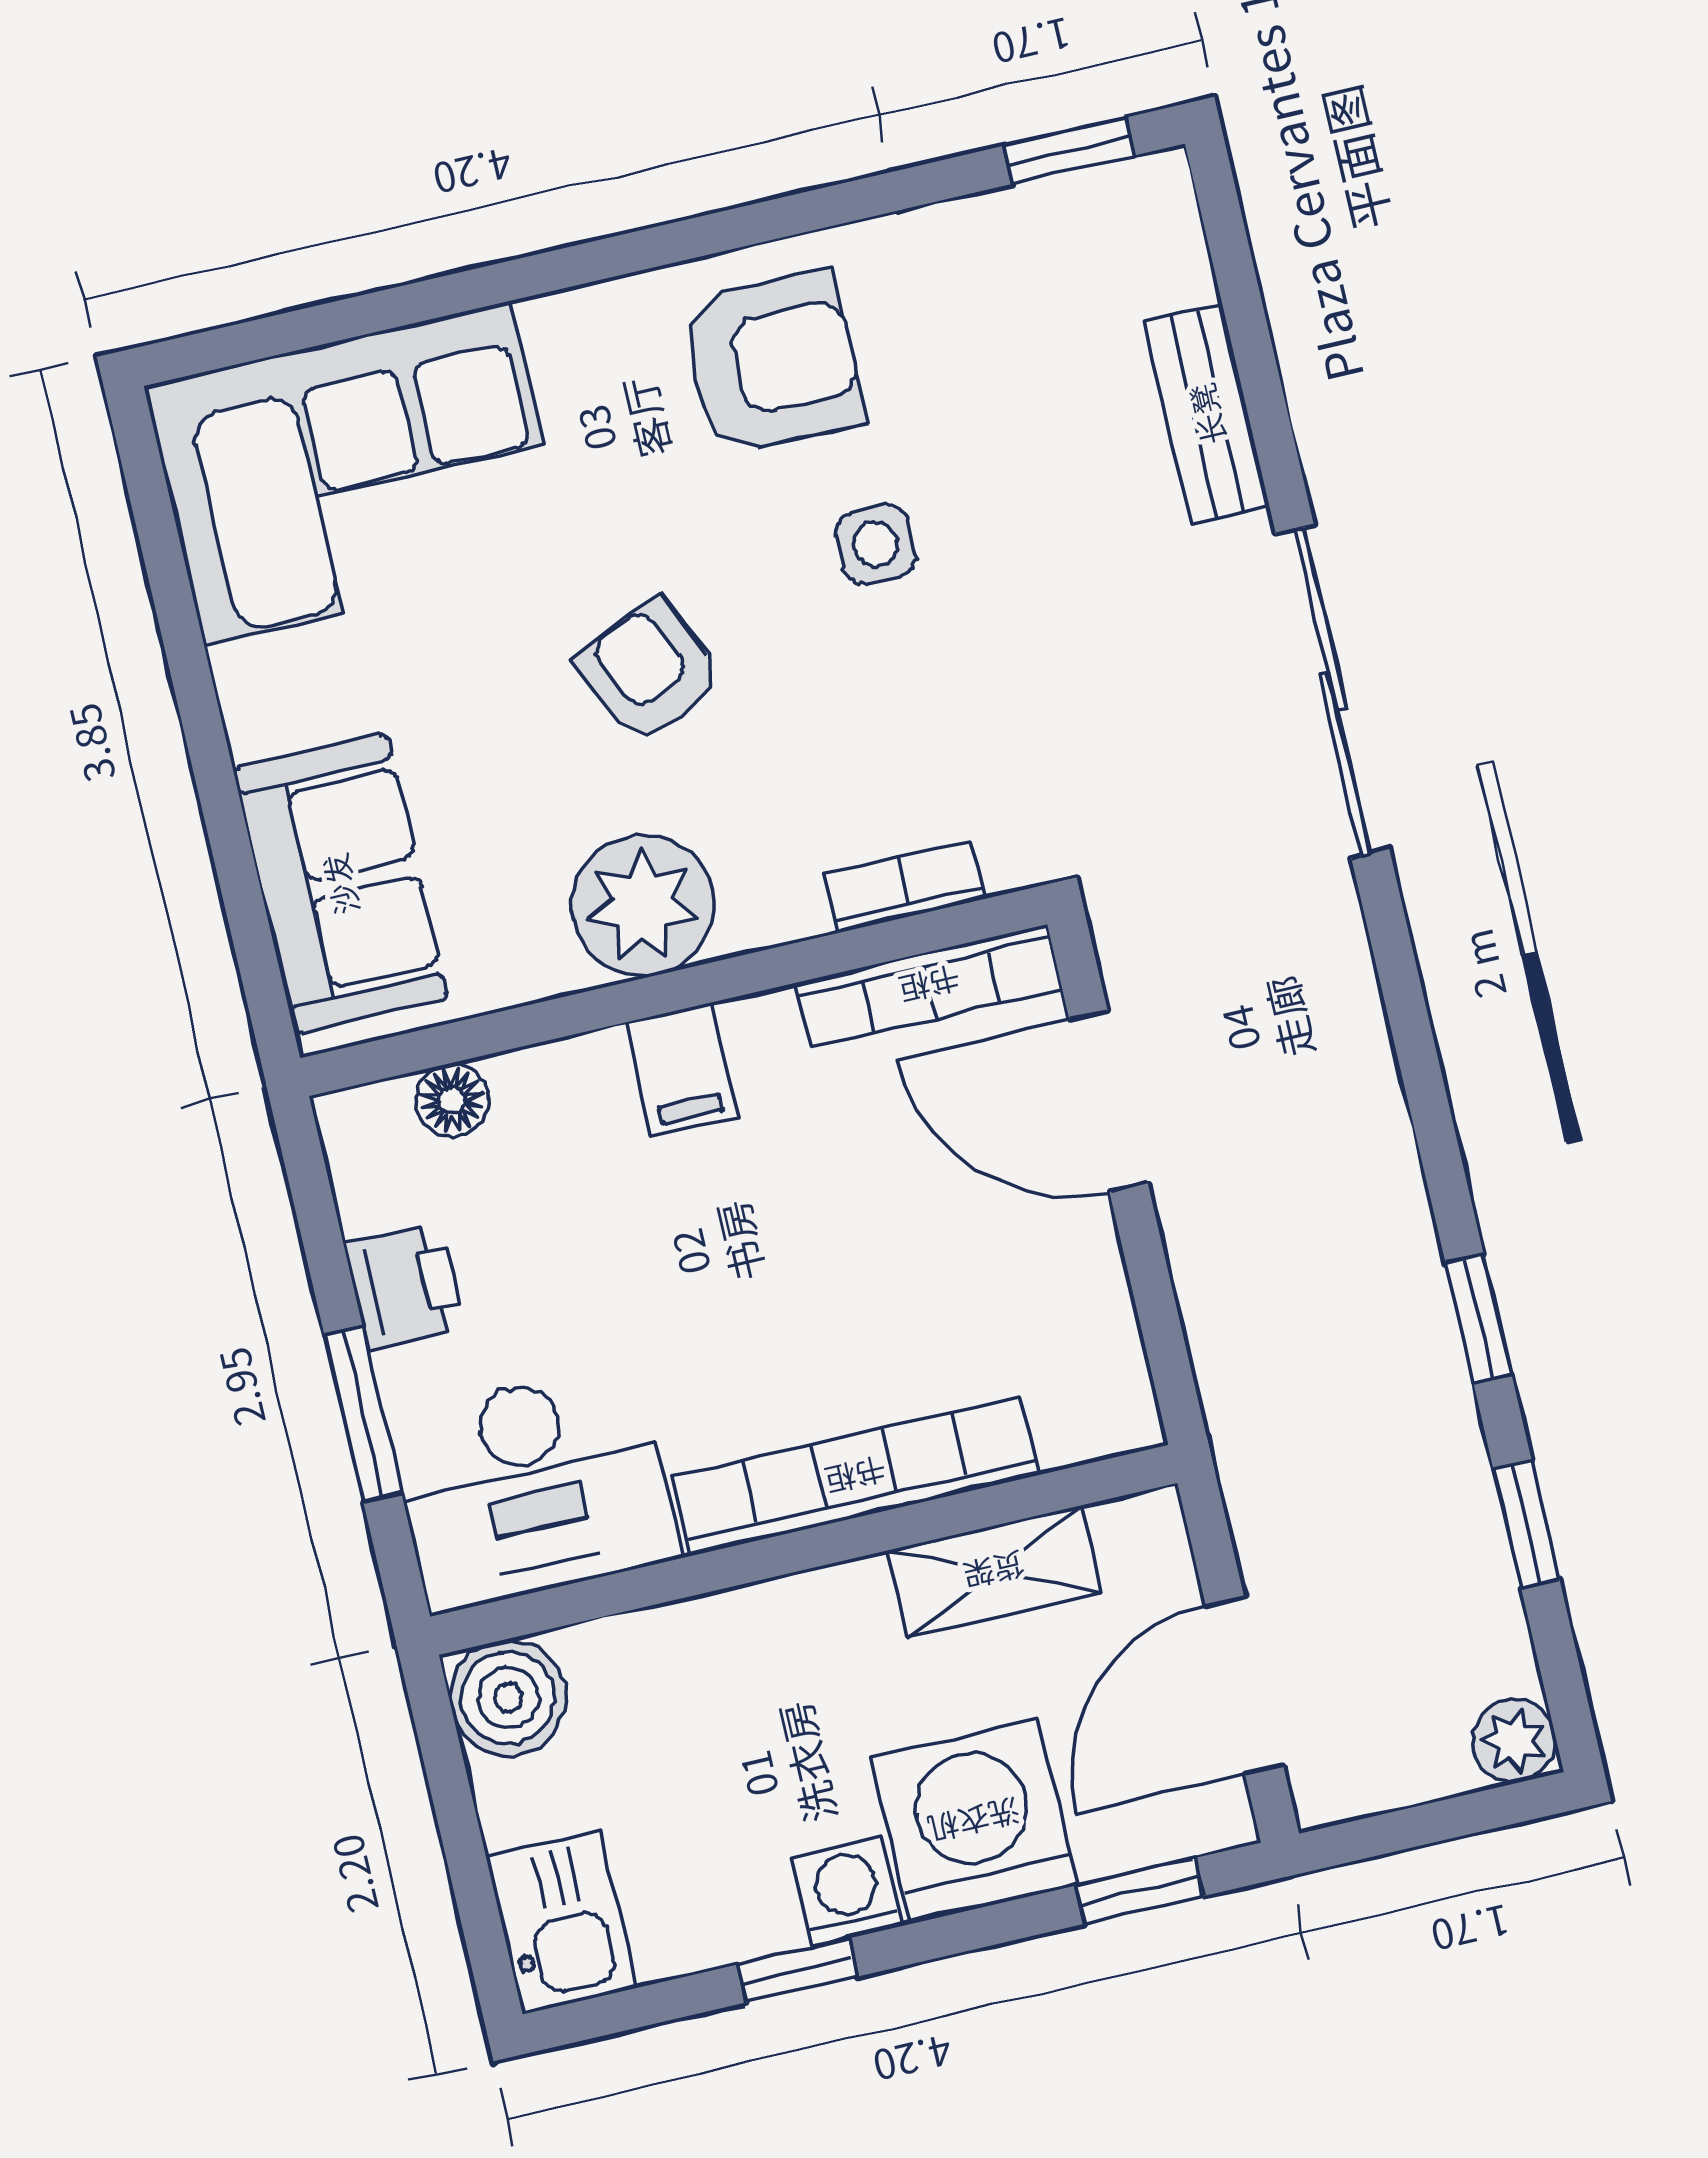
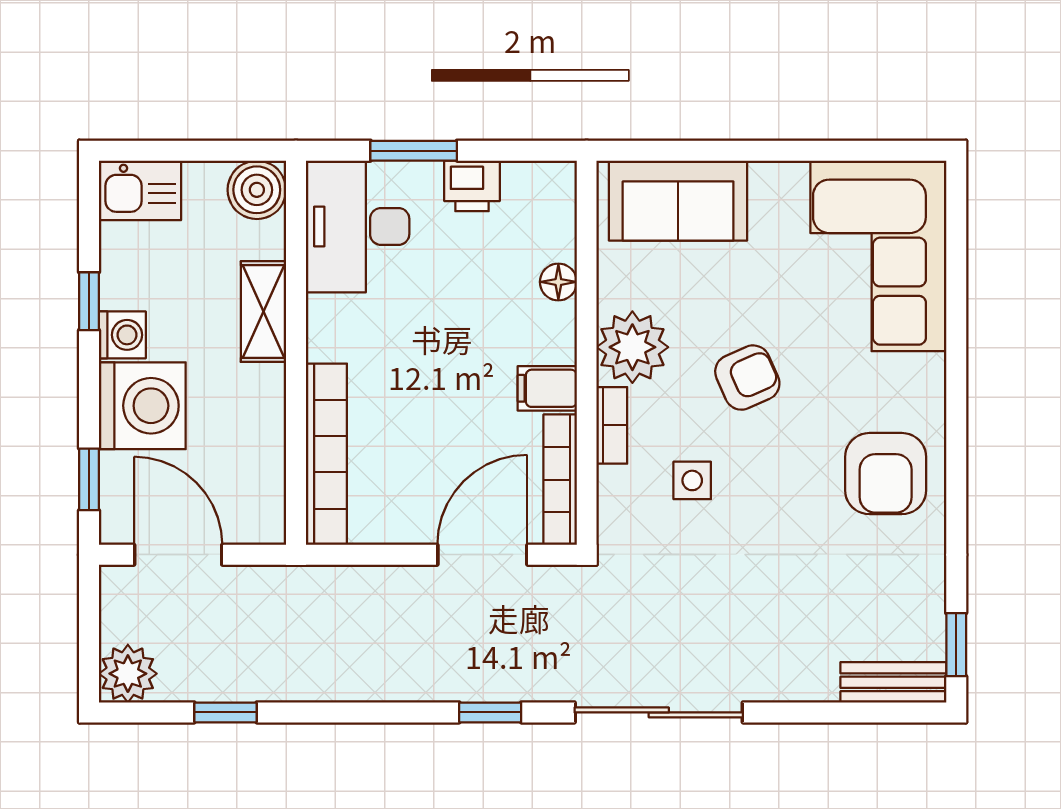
bench: (1207, 414) -> (893, 682), moved
side table: (875, 544) -> (692, 480), moved
bookcase: (905, 886) -> (612, 425), moved
filing cabinet: (681, 1069) -> (547, 388), moved
floor lamp: (452, 1100) -> (558, 282), moved
window: (1479, 1319) -> (490, 712), moved
bookcase: (856, 1476) -> (326, 454), moved
shelving: (994, 1571) -> (263, 312), moved
plant: (1514, 1741) -> (128, 674), width x1.38, depth x1.38

